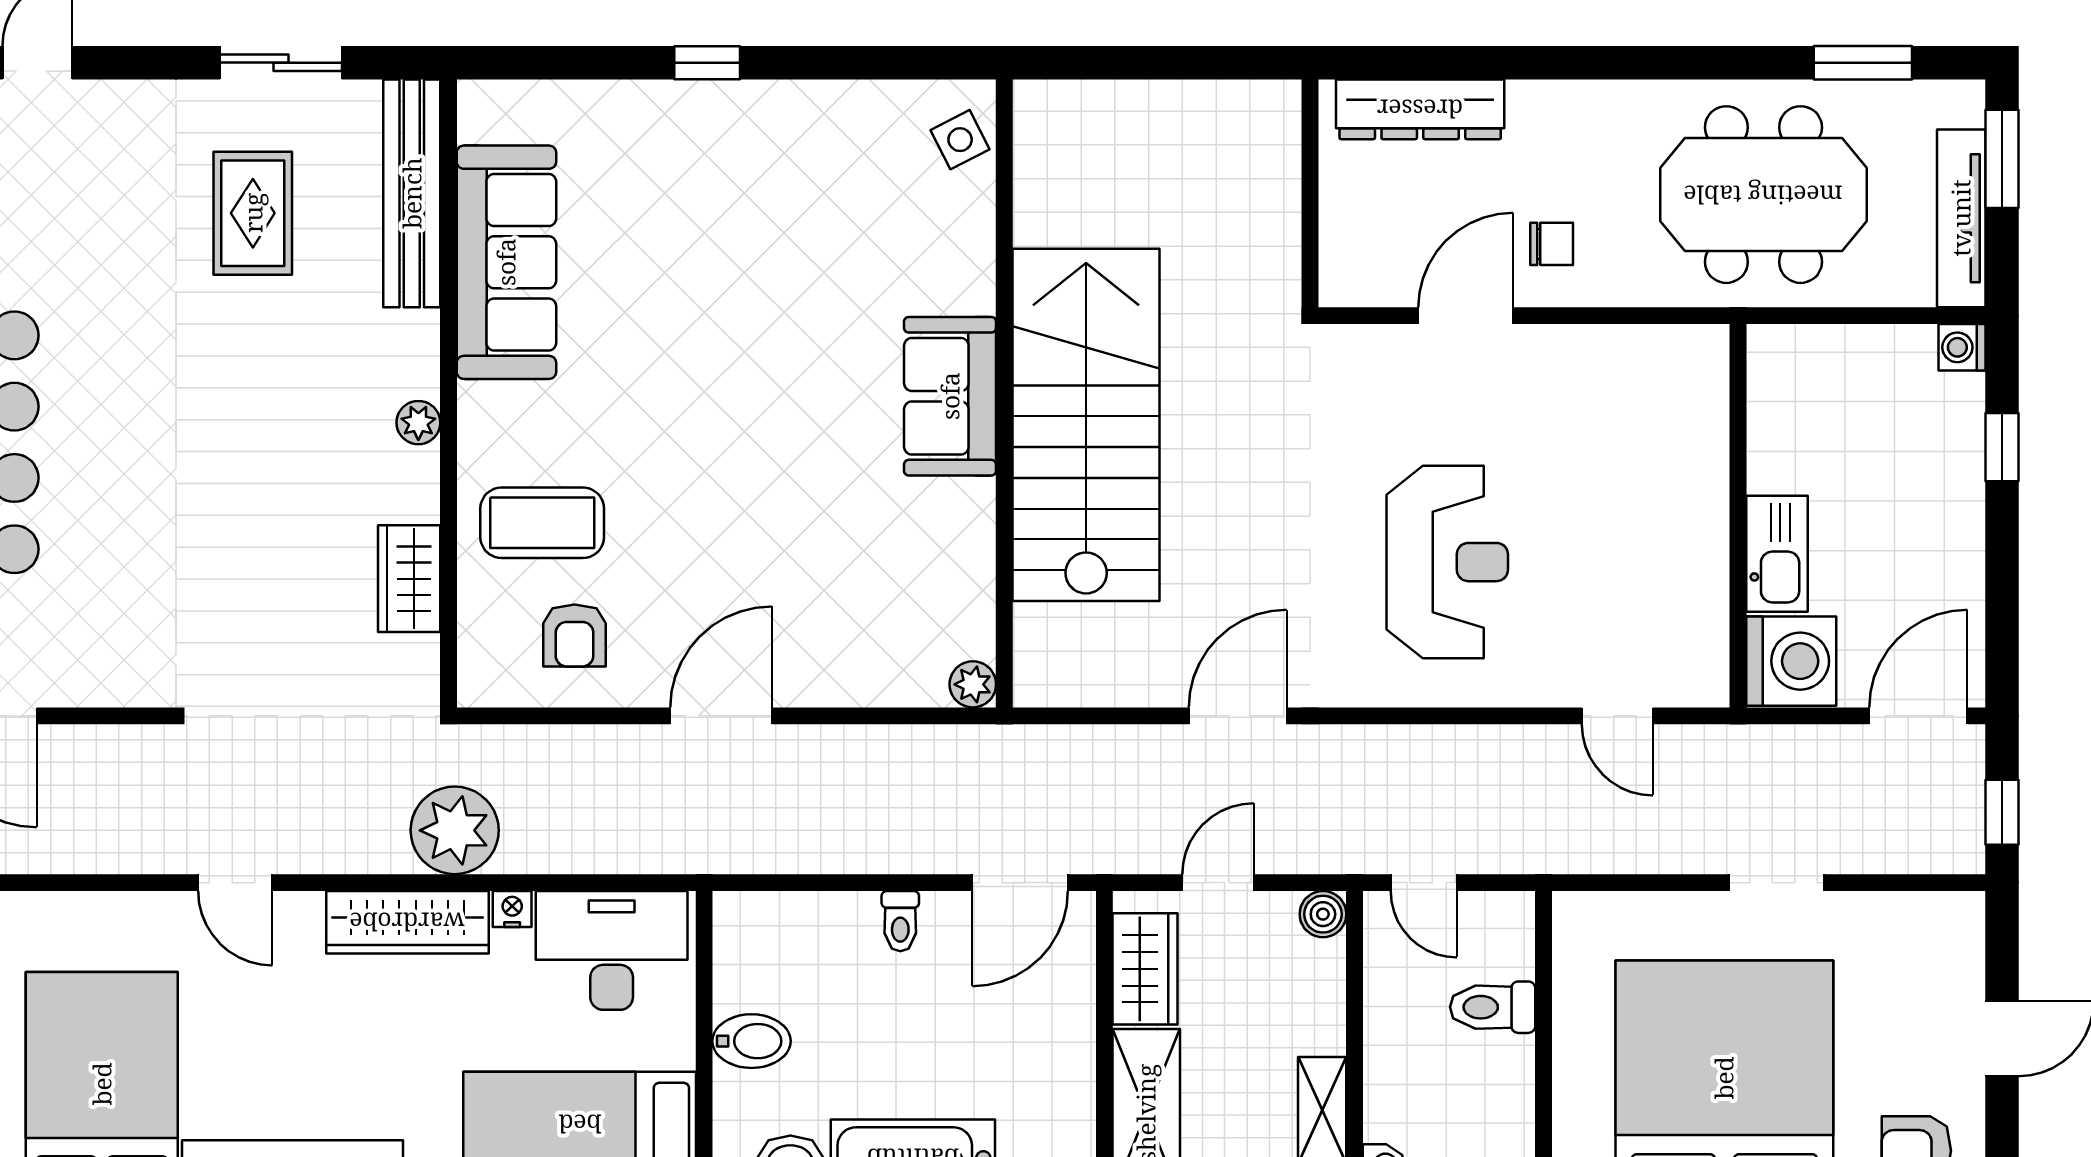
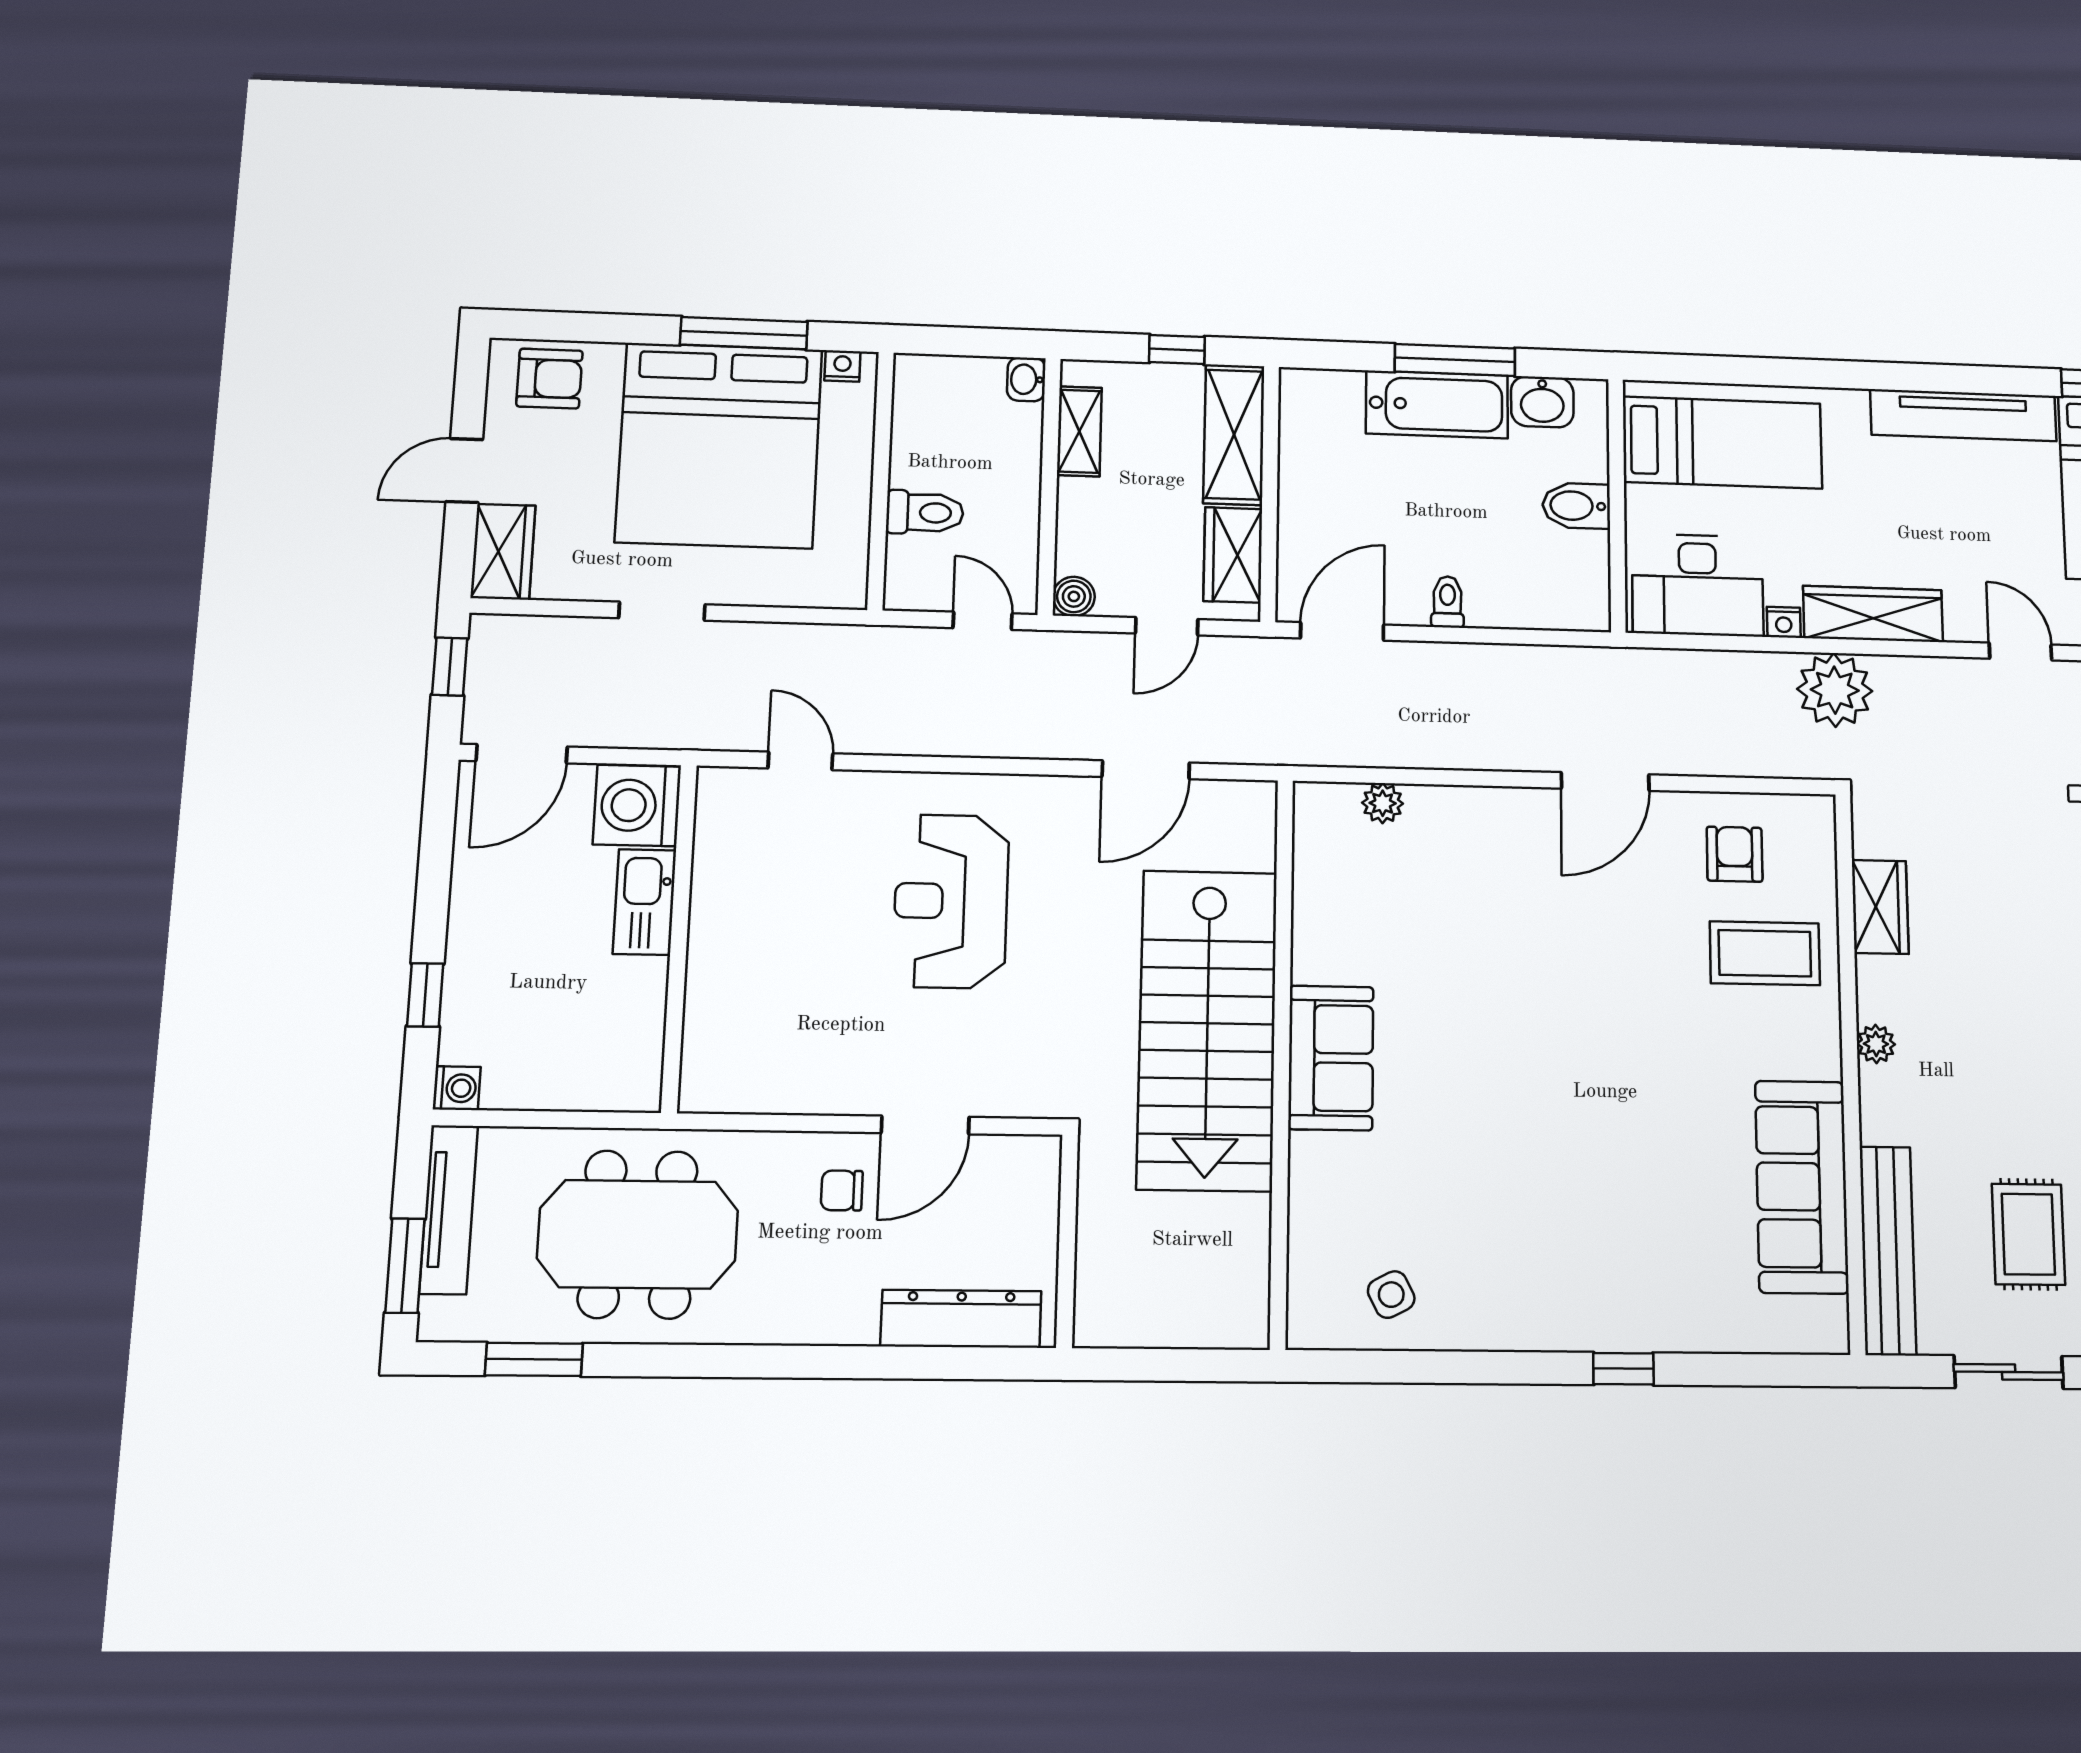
wall: (1004, 393) -> (1282, 1060), moved
sofa: (950, 396) -> (1331, 1058), moved
stairs: (1086, 425) -> (1207, 1030), moved
wardrobe: (1954, 946) -> (503, 552), added

